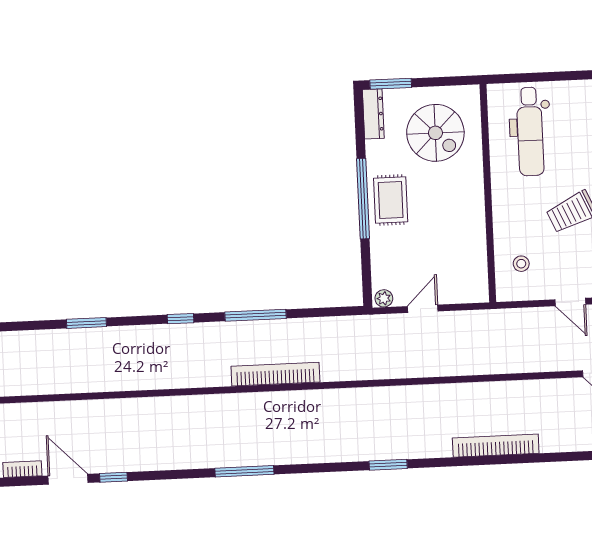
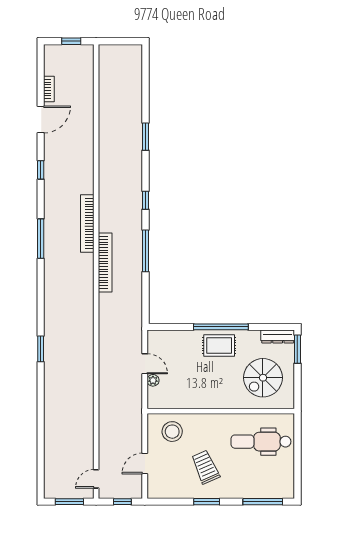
stool: (521, 264) -> (172, 432), width x1.89, depth x1.89
plant: (384, 298) -> (153, 380), moved
bookcase: (496, 446) -> (87, 224), moved, turned 180
window: (388, 465) -> (41, 349), moved
window: (114, 477) -> (41, 170), moved

